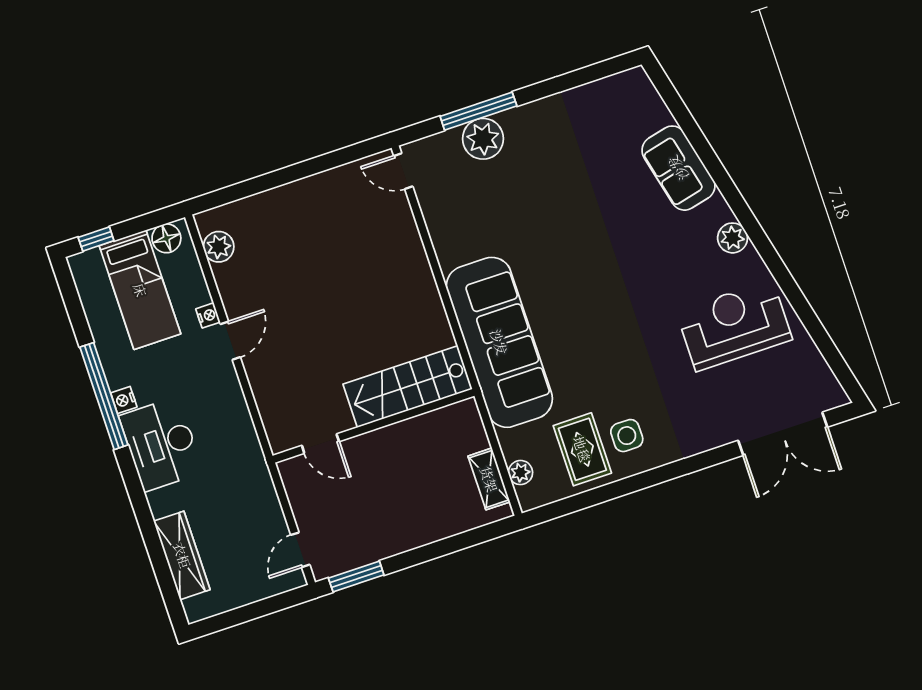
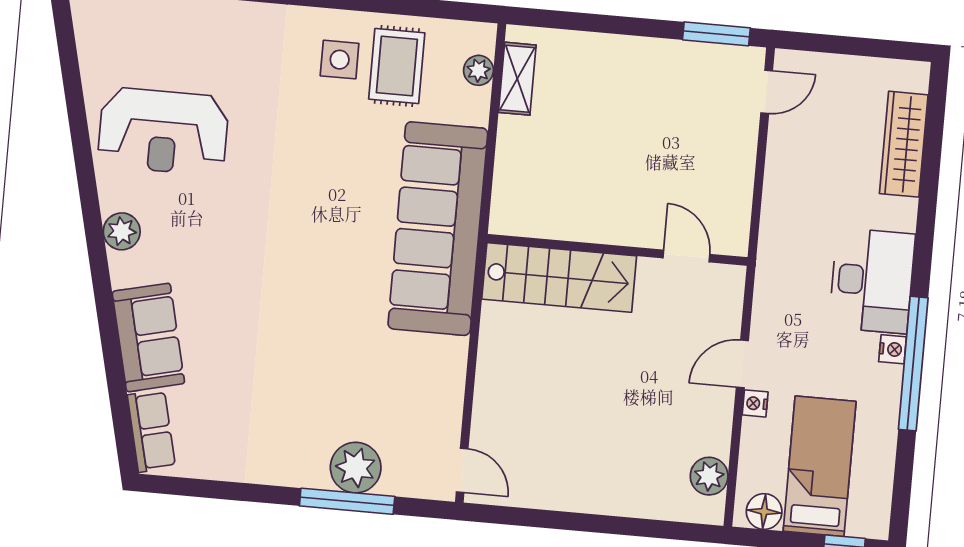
row of seats: (646, 100) -> (151, 431), added
stairs: (408, 387) -> (559, 278), moved
wall: (374, 426) -> (617, 250), moved
door: (320, 444) -> (686, 256), moved

